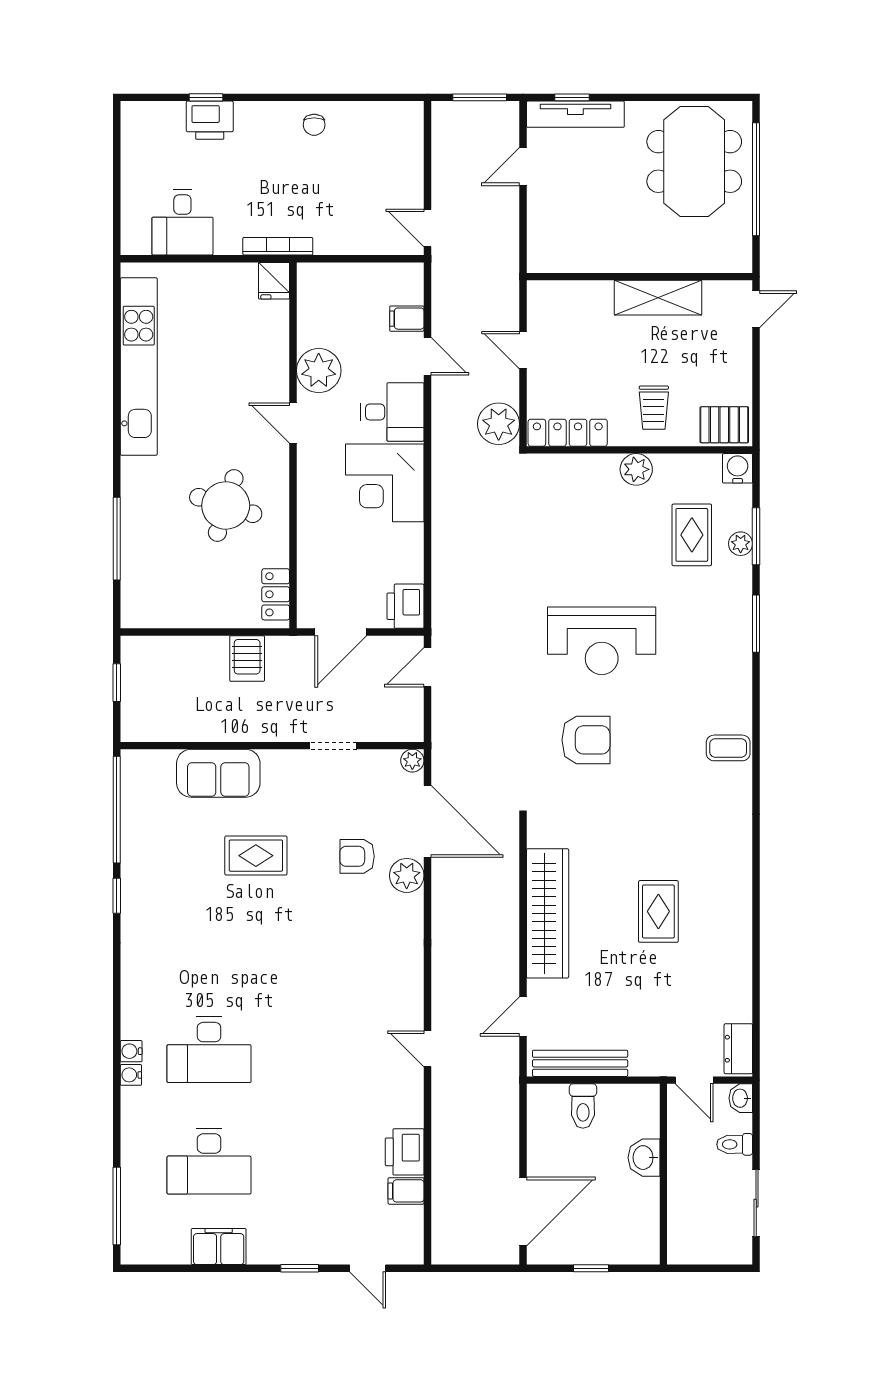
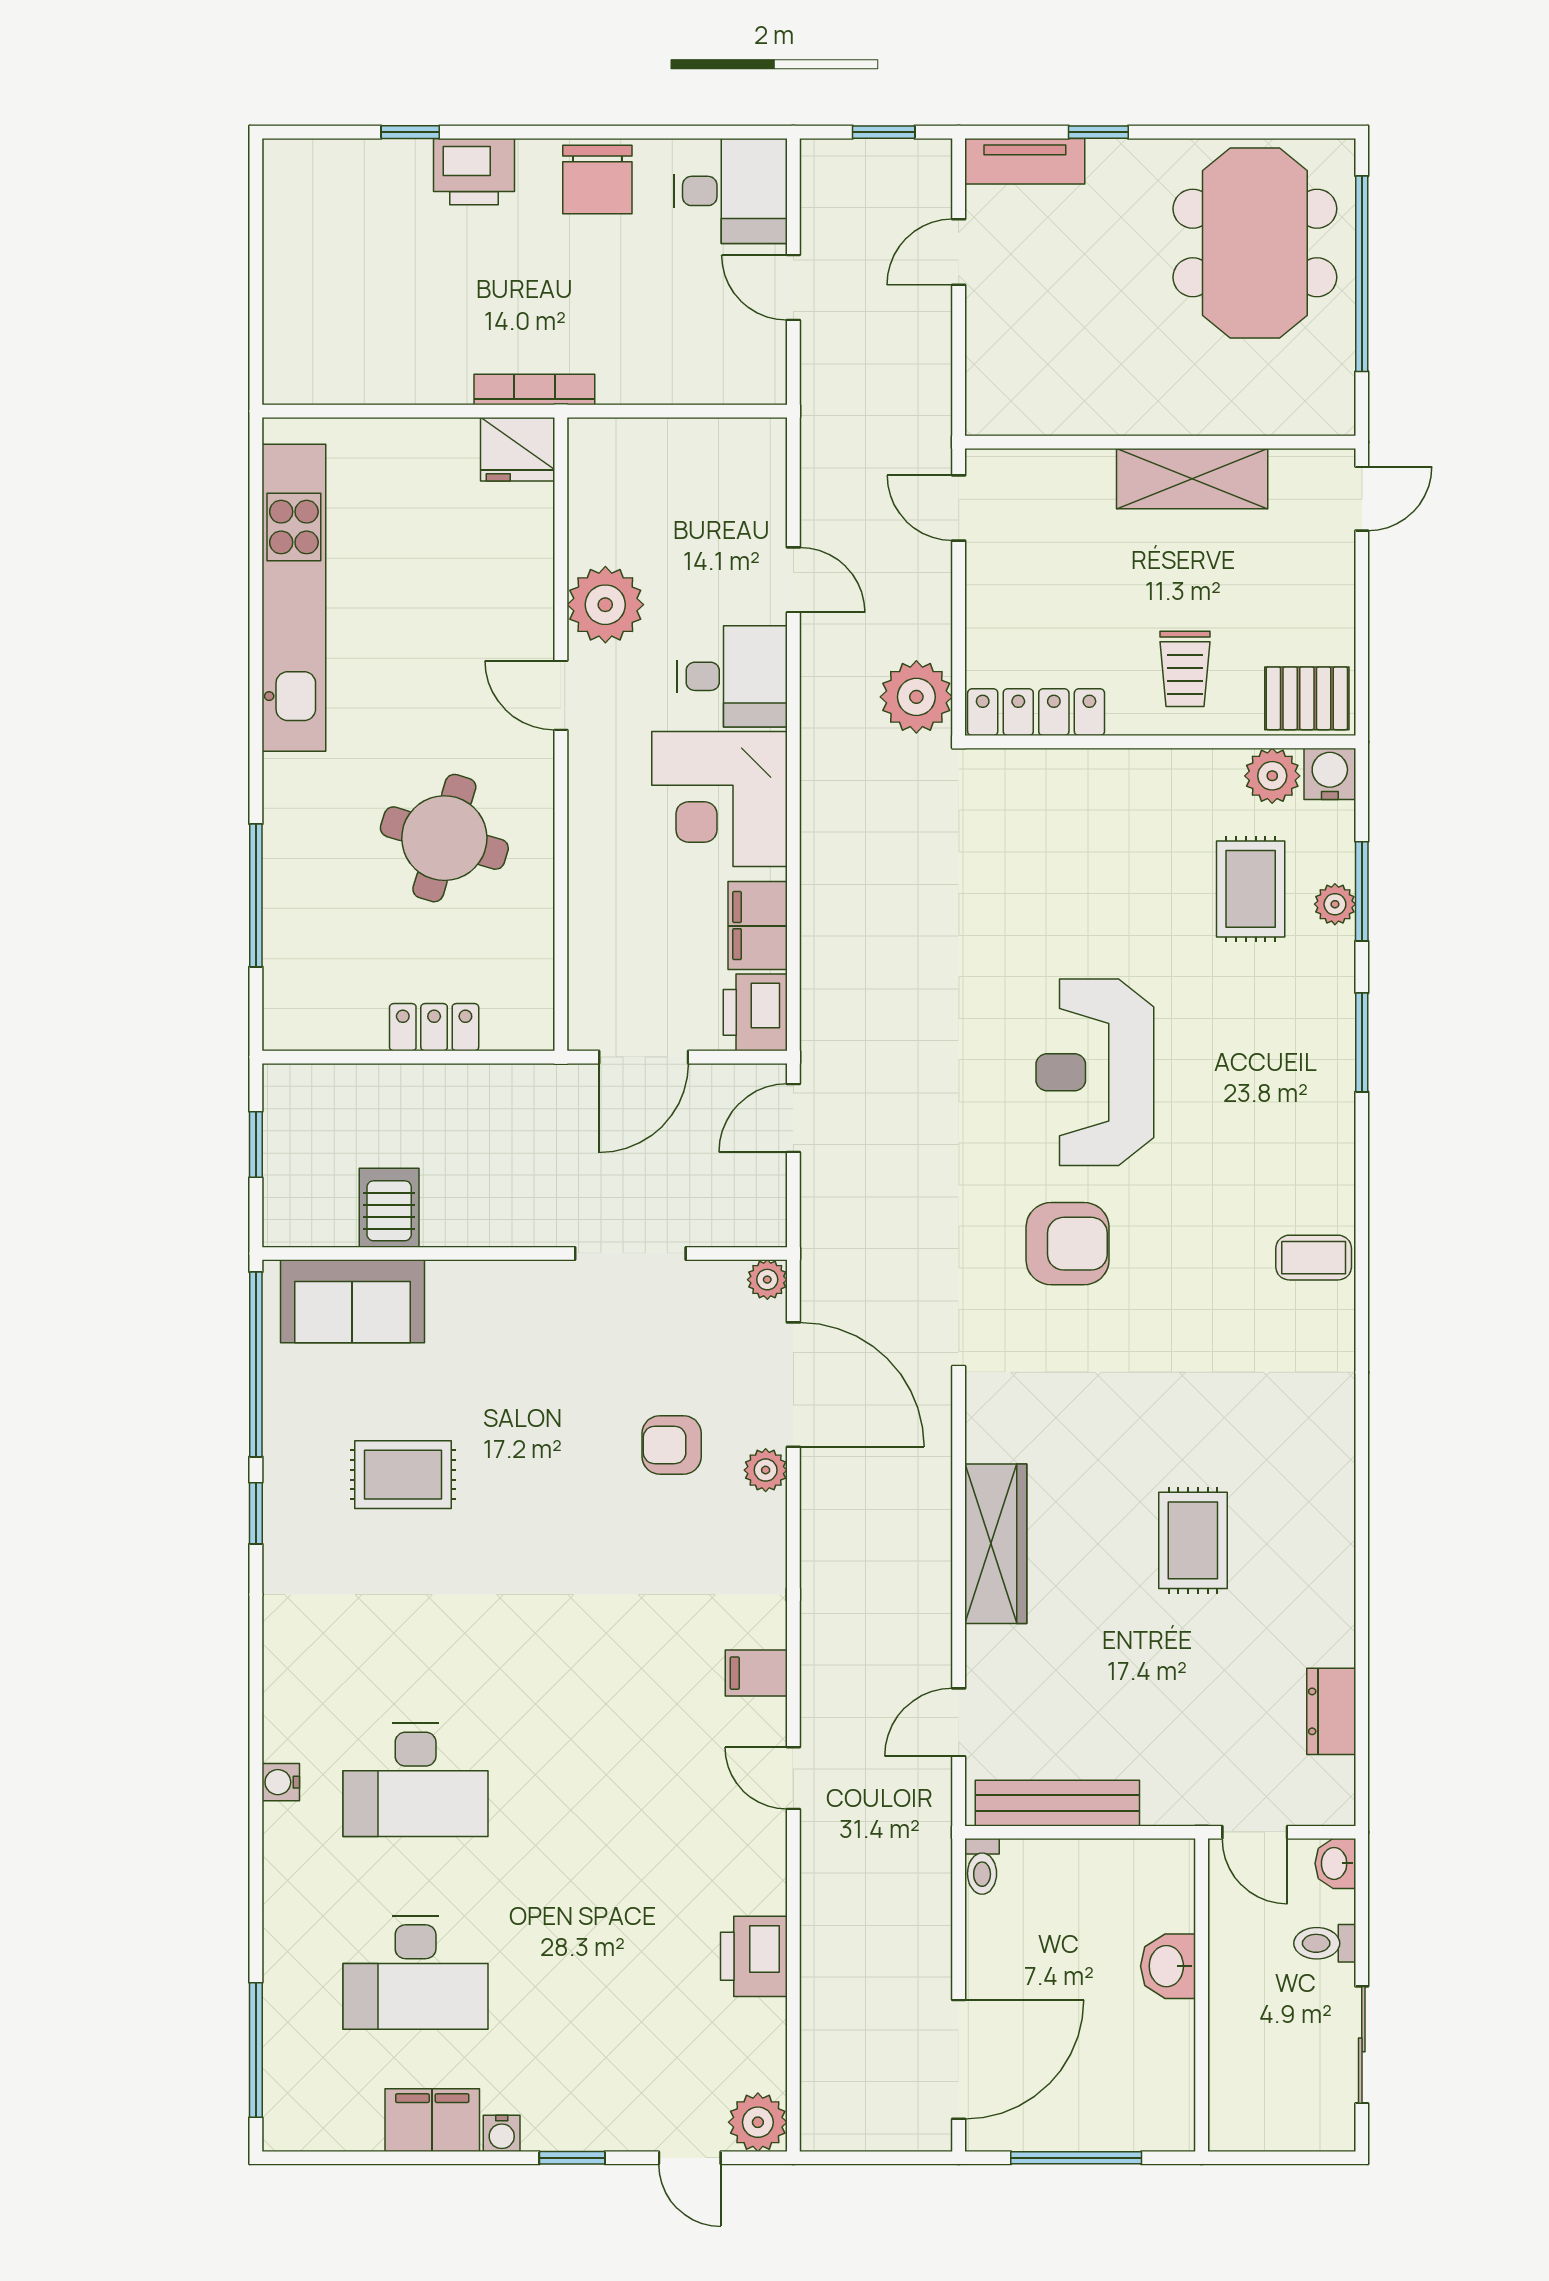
window: (480, 97) -> (884, 132), width x0.67
window: (572, 97) -> (1098, 132), moved
tv unit: (575, 114) -> (1025, 161), width x0.71
printer: (210, 120) -> (474, 172), moved
chair: (314, 125) -> (597, 179), width x1.87, depth x1.87
desk: (182, 222) -> (730, 191), moved, turned -90
door: (427, 228) -> (793, 288), moved
fridge: (274, 281) -> (518, 449), width x1.38
filing cabinet: (407, 319) -> (758, 926), moved, width x2.00
door: (523, 350) -> (959, 508), moved
plant: (636, 469) -> (1272, 776), moved
locker: (276, 594) -> (434, 1027), moved, turned 90
reception desk: (602, 641) -> (1095, 1072), turned 90
server rack: (247, 659) -> (389, 1208), moved, turned 180
doorway: (333, 746) -> (630, 1253), width x1.38
sofa: (218, 773) -> (352, 1301), moved
rug: (256, 856) -> (403, 1475), moved
plant: (407, 875) -> (766, 1470), width x0.73, depth x0.73
wardrobe: (548, 913) -> (996, 1544), width x0.71, depth x0.85
dresser: (738, 1049) -> (1331, 1711), moved
water cooler: (131, 1075) -> (502, 2133), moved, turned -90
toilet: (583, 1106) -> (982, 1866), moved, width x0.73, depth x0.72
filing cabinet: (406, 1191) -> (756, 1673), moved
plant: (407, 1248) -> (758, 2122), added
window: (591, 1268) -> (1076, 2158), width x2.17

